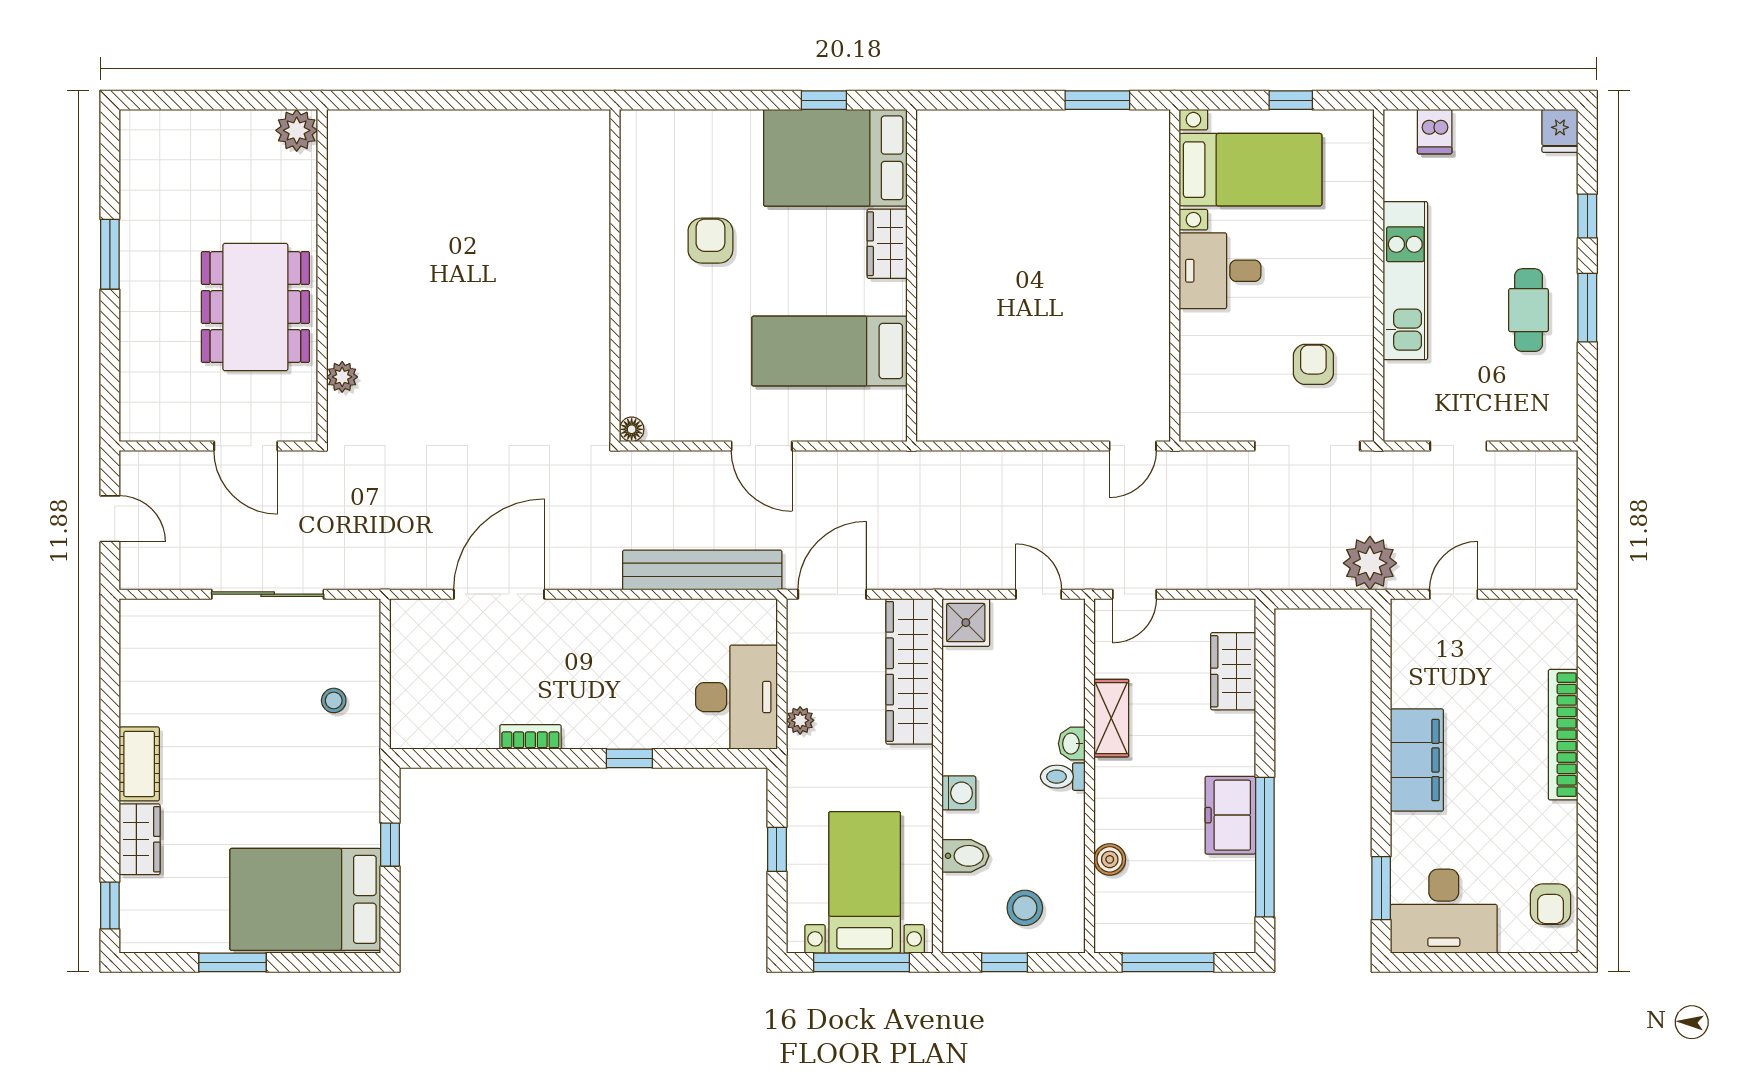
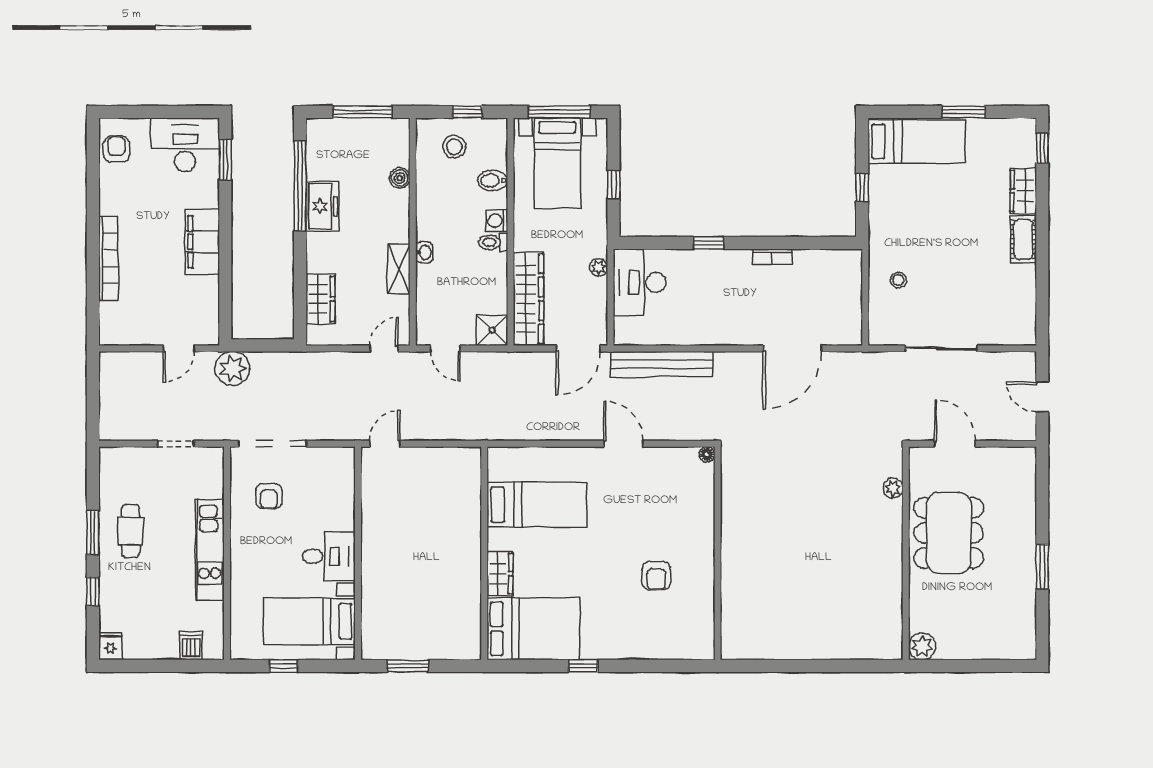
bed: (835, 158) -> (533, 629), moved
wardrobe: (887, 244) -> (500, 574), moved
wall: (912, 275) -> (484, 553), moved
bed: (829, 351) -> (537, 505), moved
toilet: (1063, 777) -> (493, 242), moved, turned 180
bed: (305, 899) -> (917, 141), width x0.67

